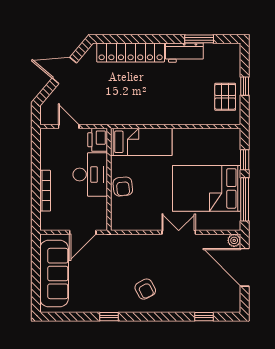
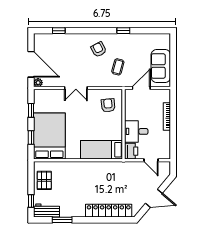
workbench: (184, 53) -> (47, 210), moved
window: (245, 86) -> (31, 201), moved
desk: (90, 175) -> (136, 131), width x0.73
armchair: (123, 187) -> (108, 105), moved
bed: (207, 188) -> (49, 136), moved, turned -90
window: (245, 199) -> (31, 110), width x0.46
coffee table: (117, 263) -> (118, 67), added
sofa: (54, 274) -> (161, 66), width x0.73

